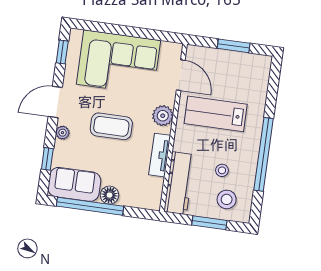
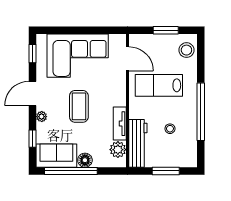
plant: (163, 116) -> (118, 150), moved
coffee table: (111, 126) -> (79, 106), turned 90
stool: (227, 199) -> (186, 50), moved

